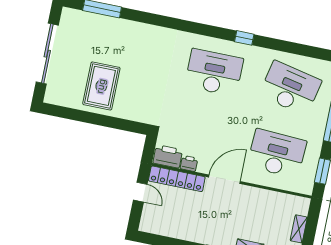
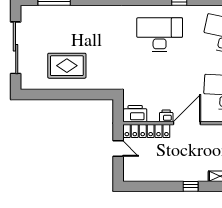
rug: (101, 86) -> (67, 66), turned 90
printer: (189, 163) -> (166, 116), moved

